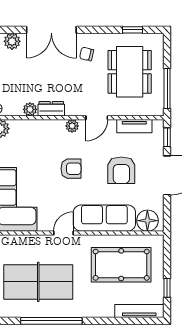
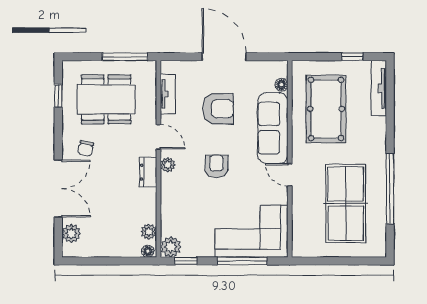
plant: (30, 109) -> (149, 232), moved
dresser: (51, 109) -> (148, 172), moved
window: (167, 137) -> (181, 57), removed
floor lamp: (147, 221) -> (281, 85), width x0.53, depth x0.53

